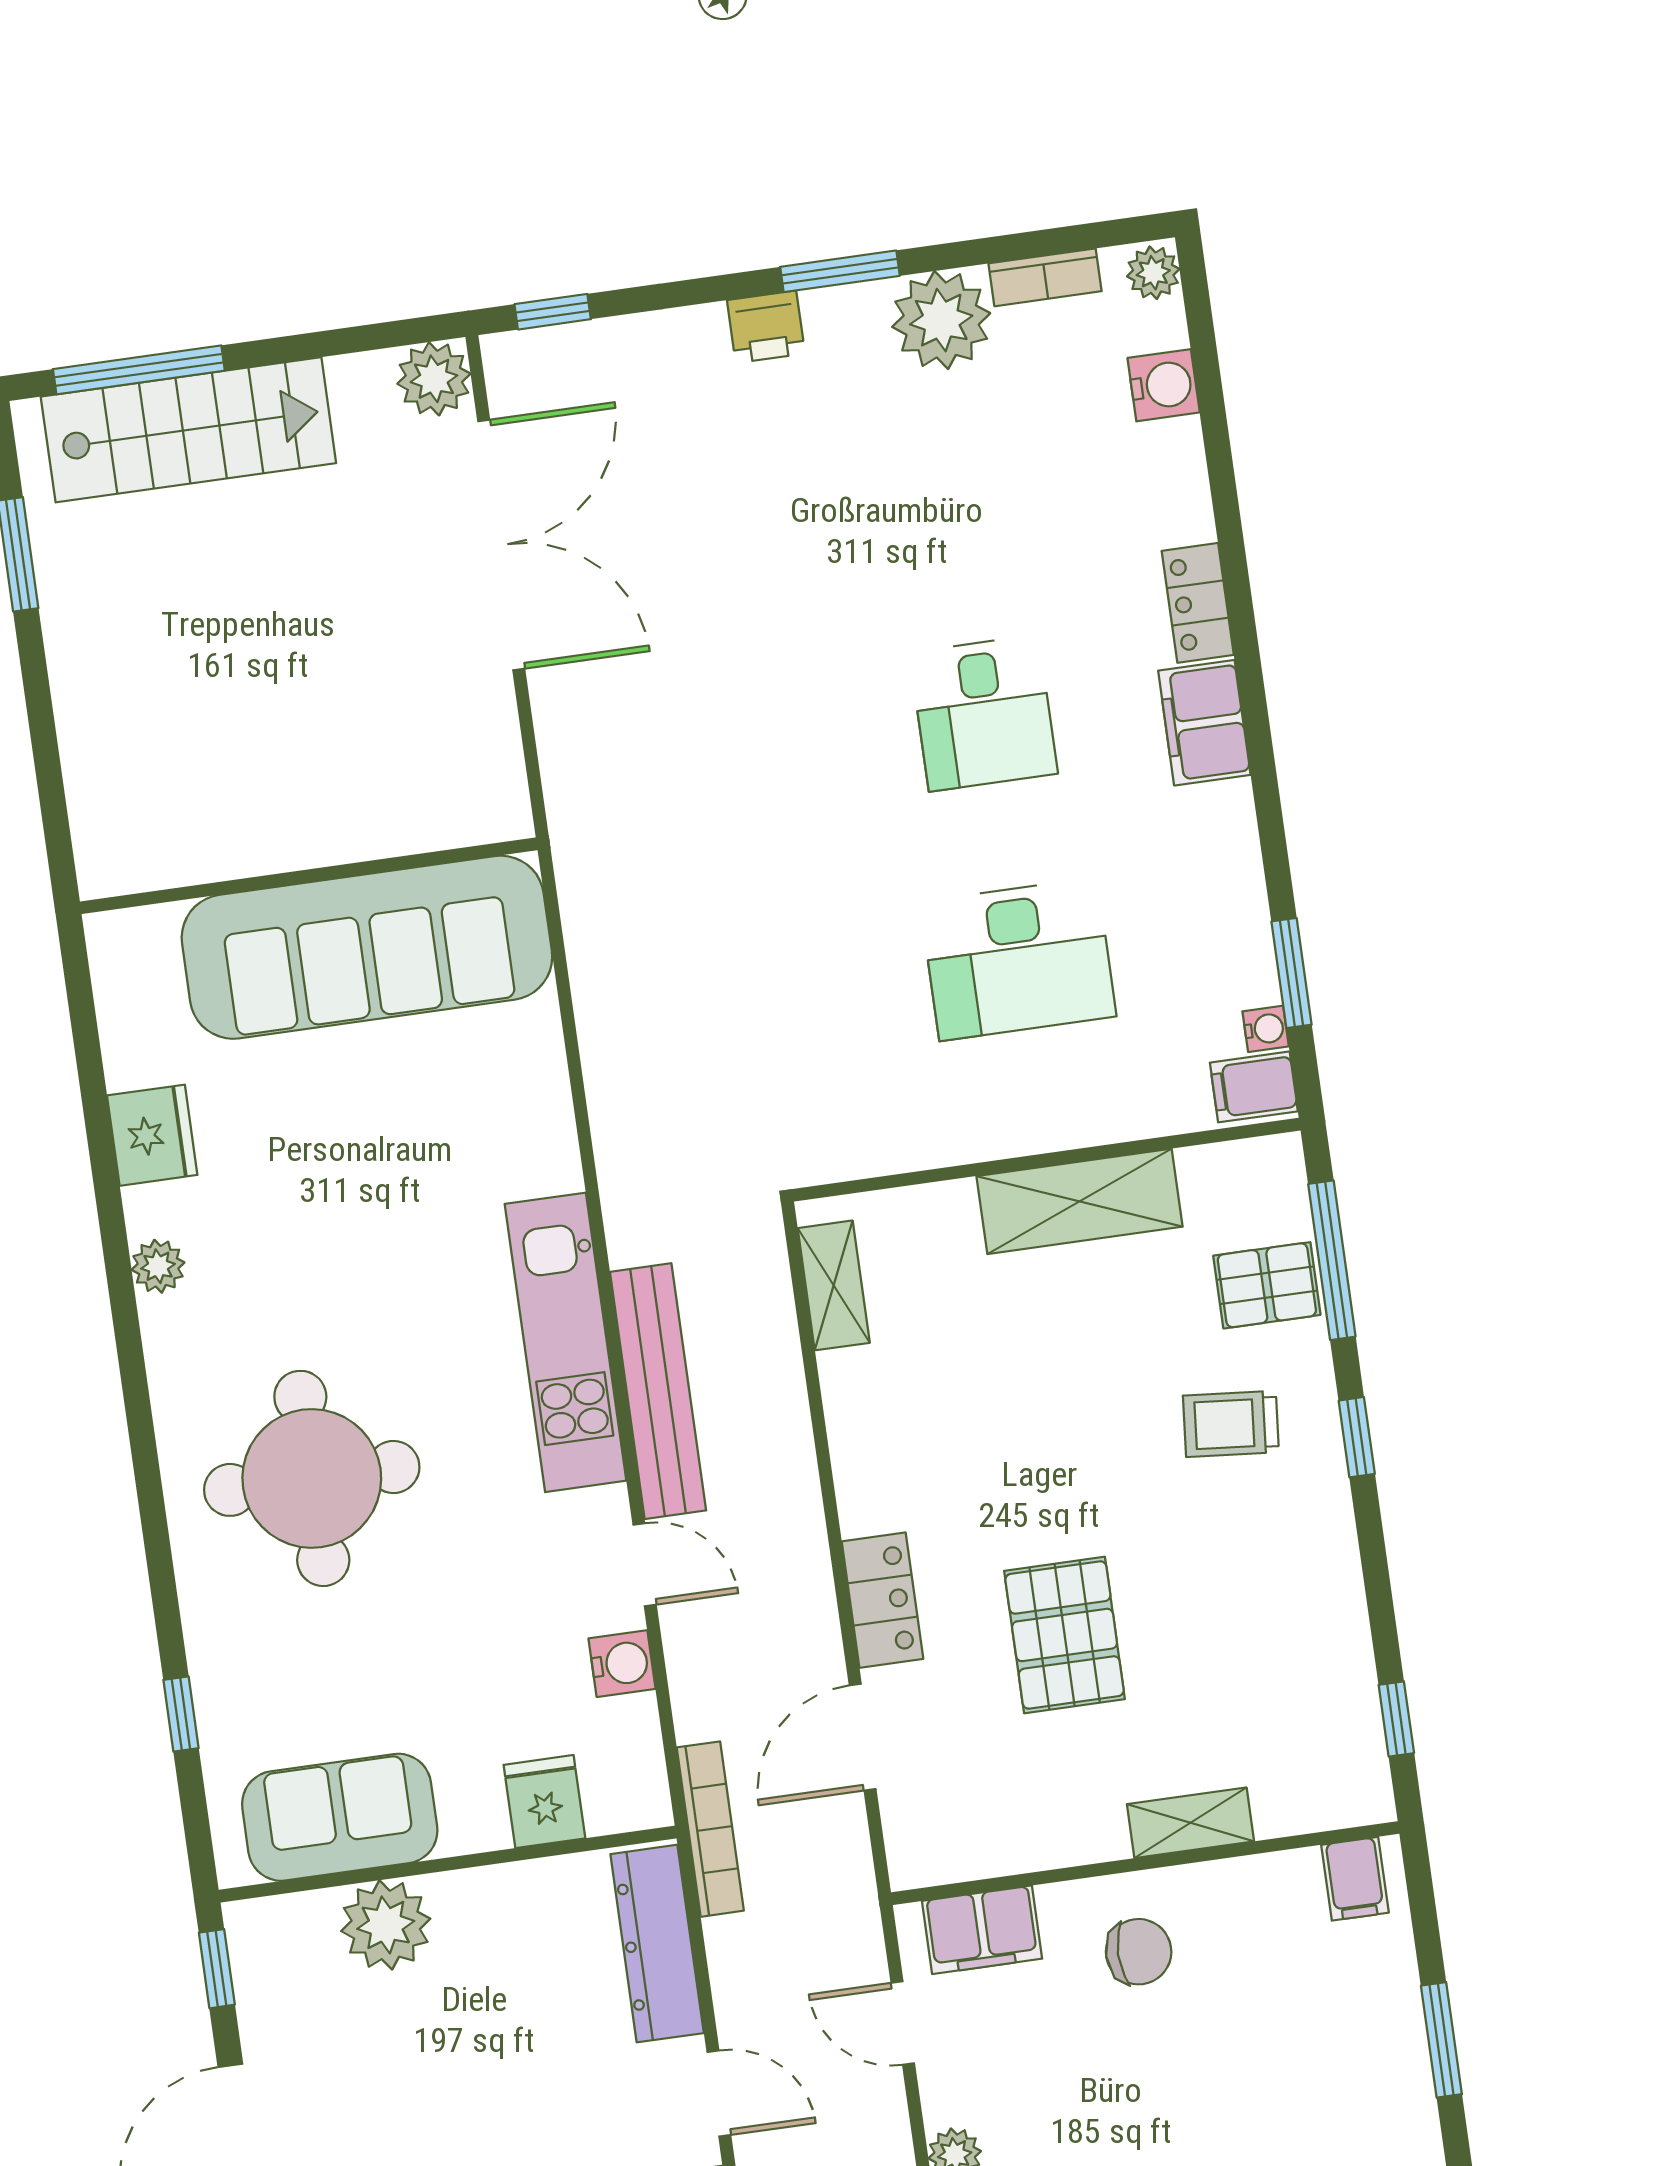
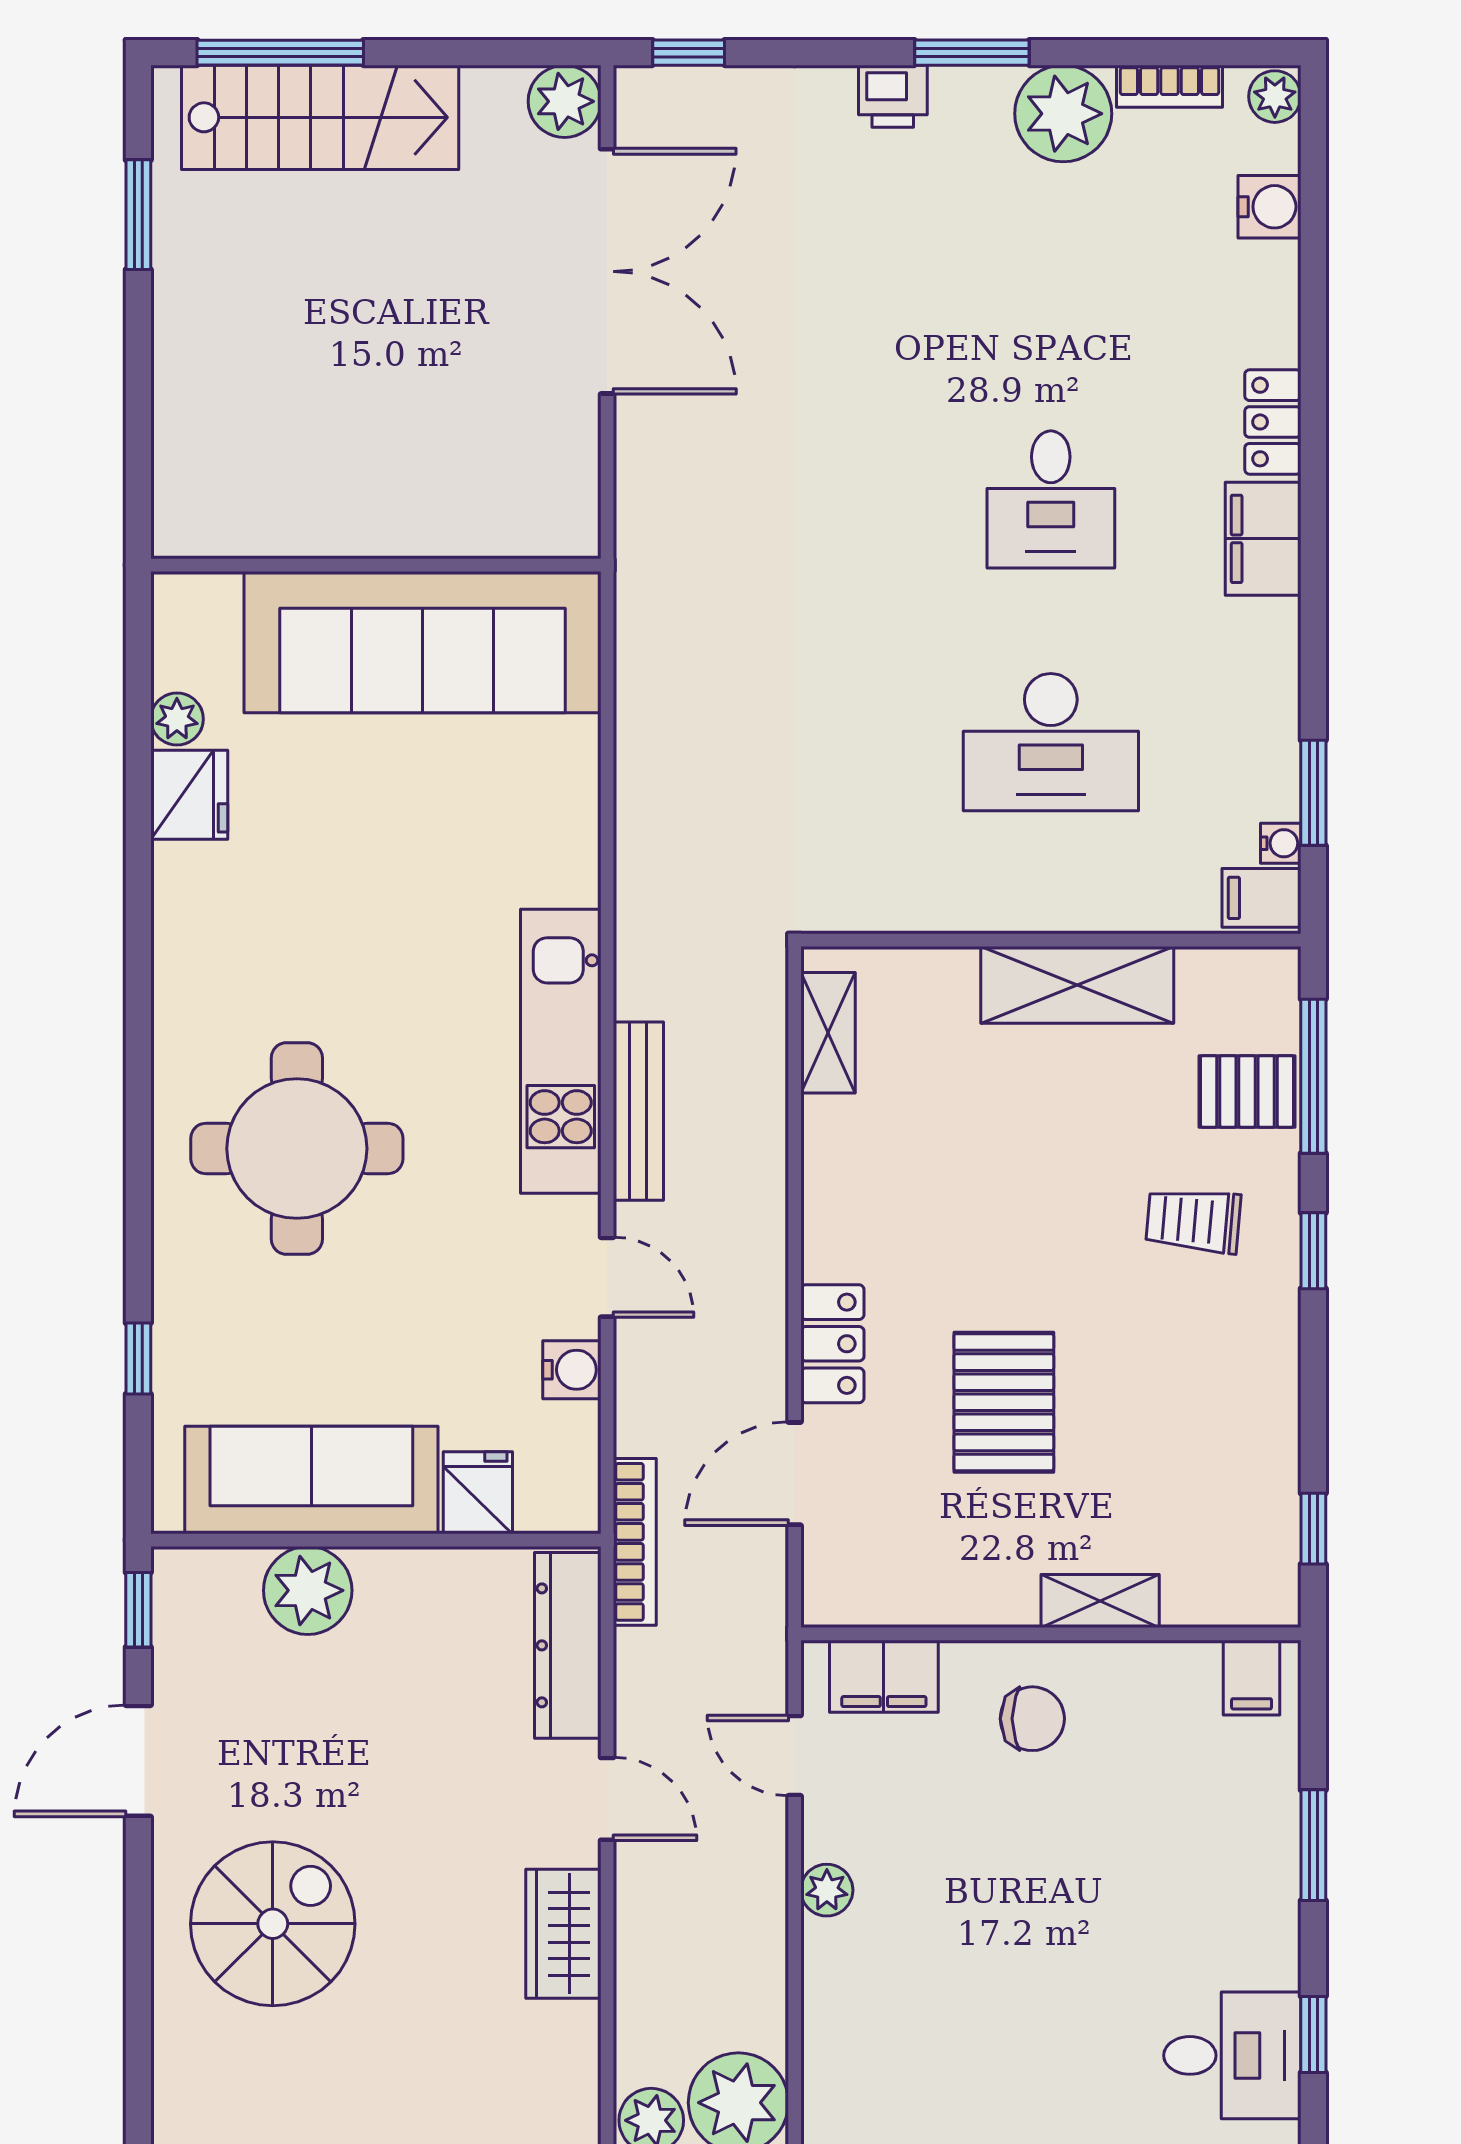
plant: (158, 1266) -> (177, 719), moved
bench: (658, 1391) -> (638, 1111), width x0.73, depth x0.82
sofa: (340, 1817) -> (311, 1480), width x1.36

